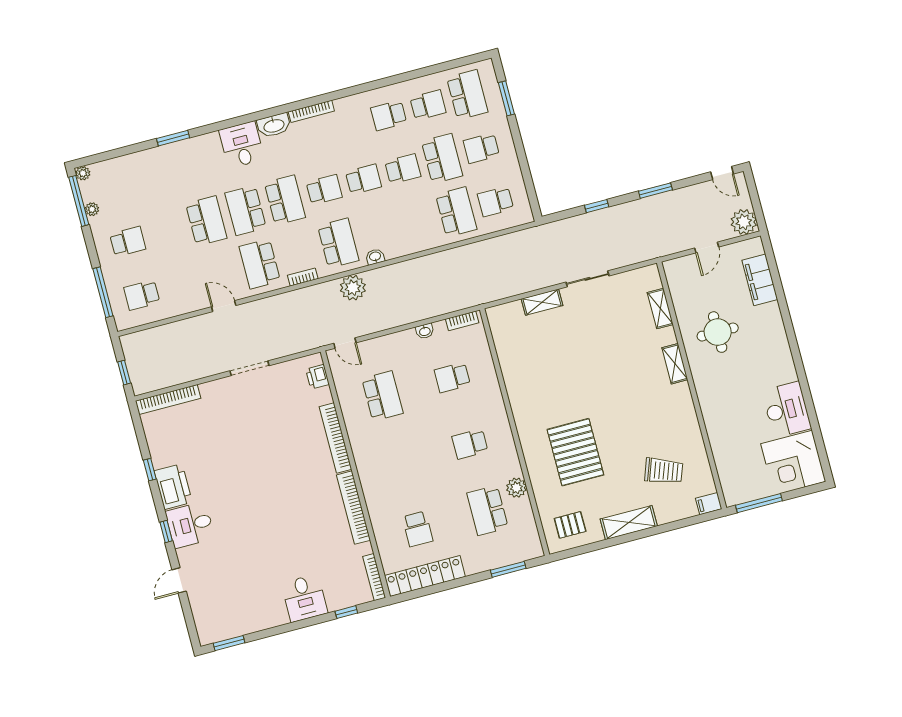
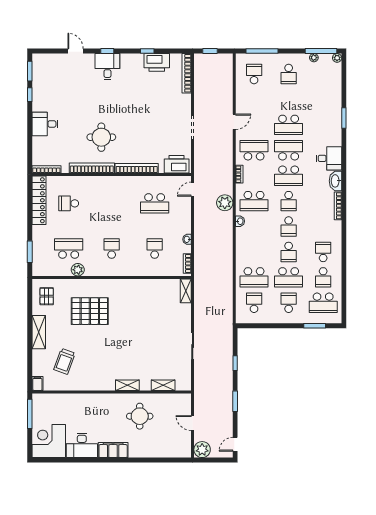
filing cabinet: (760, 280) -> (113, 450), moved
shelving: (542, 302) -> (186, 291), moved
printer: (317, 377) -> (177, 164), width x1.87, depth x1.48
printer: (173, 487) -> (157, 62), moved
round table: (302, 505) -> (101, 137), added
window: (346, 612) -> (30, 95), moved

